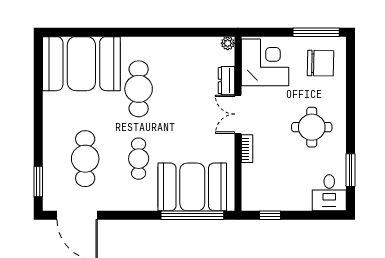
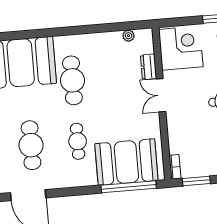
plant: (228, 43) -> (128, 36), moved
bookcase: (247, 149) -> (175, 167), moved
window: (270, 215) -> (196, 181), width x1.50

